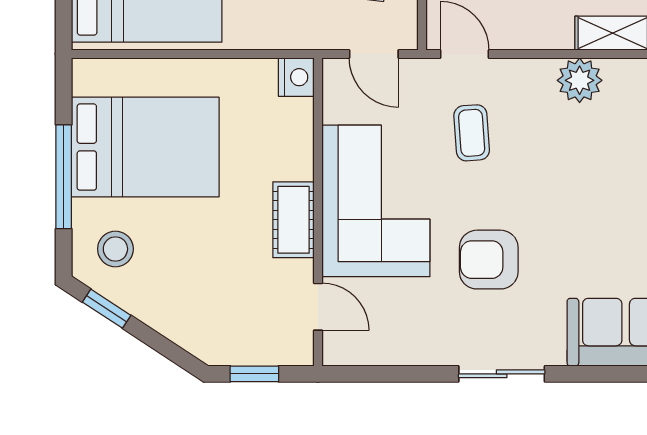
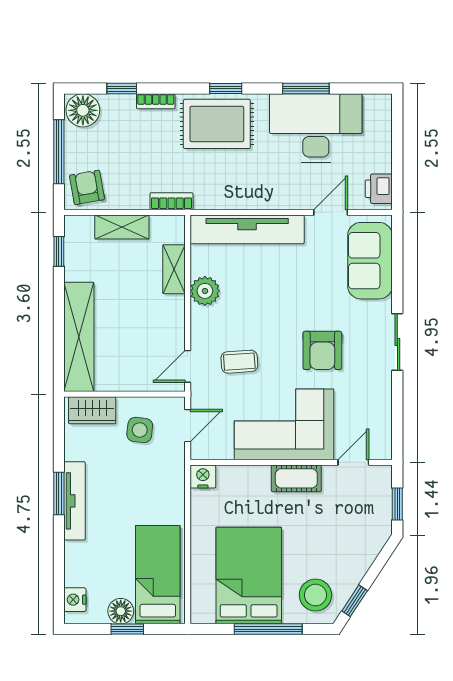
stool: (115, 249) -> (315, 595), width x1.38, depth x1.38

